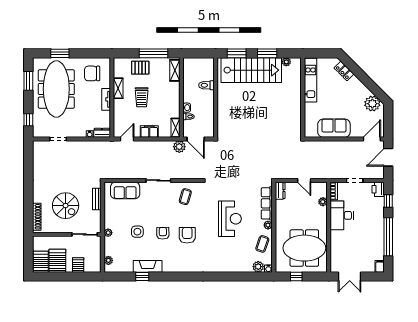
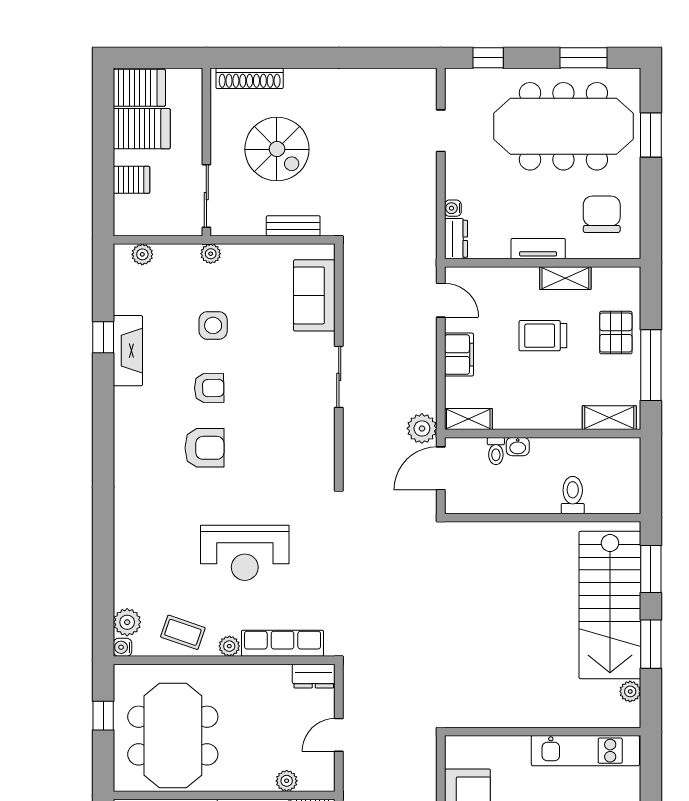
coffee table: (185, 197) -> (299, 443), removed
spiral stairs: (66, 206) -> (277, 149), turned -90

